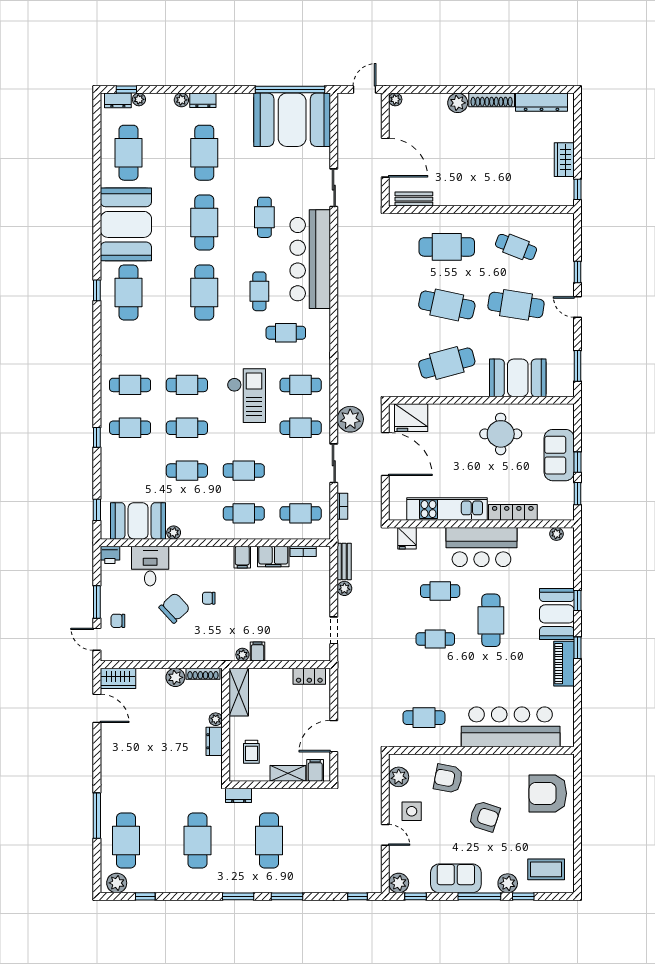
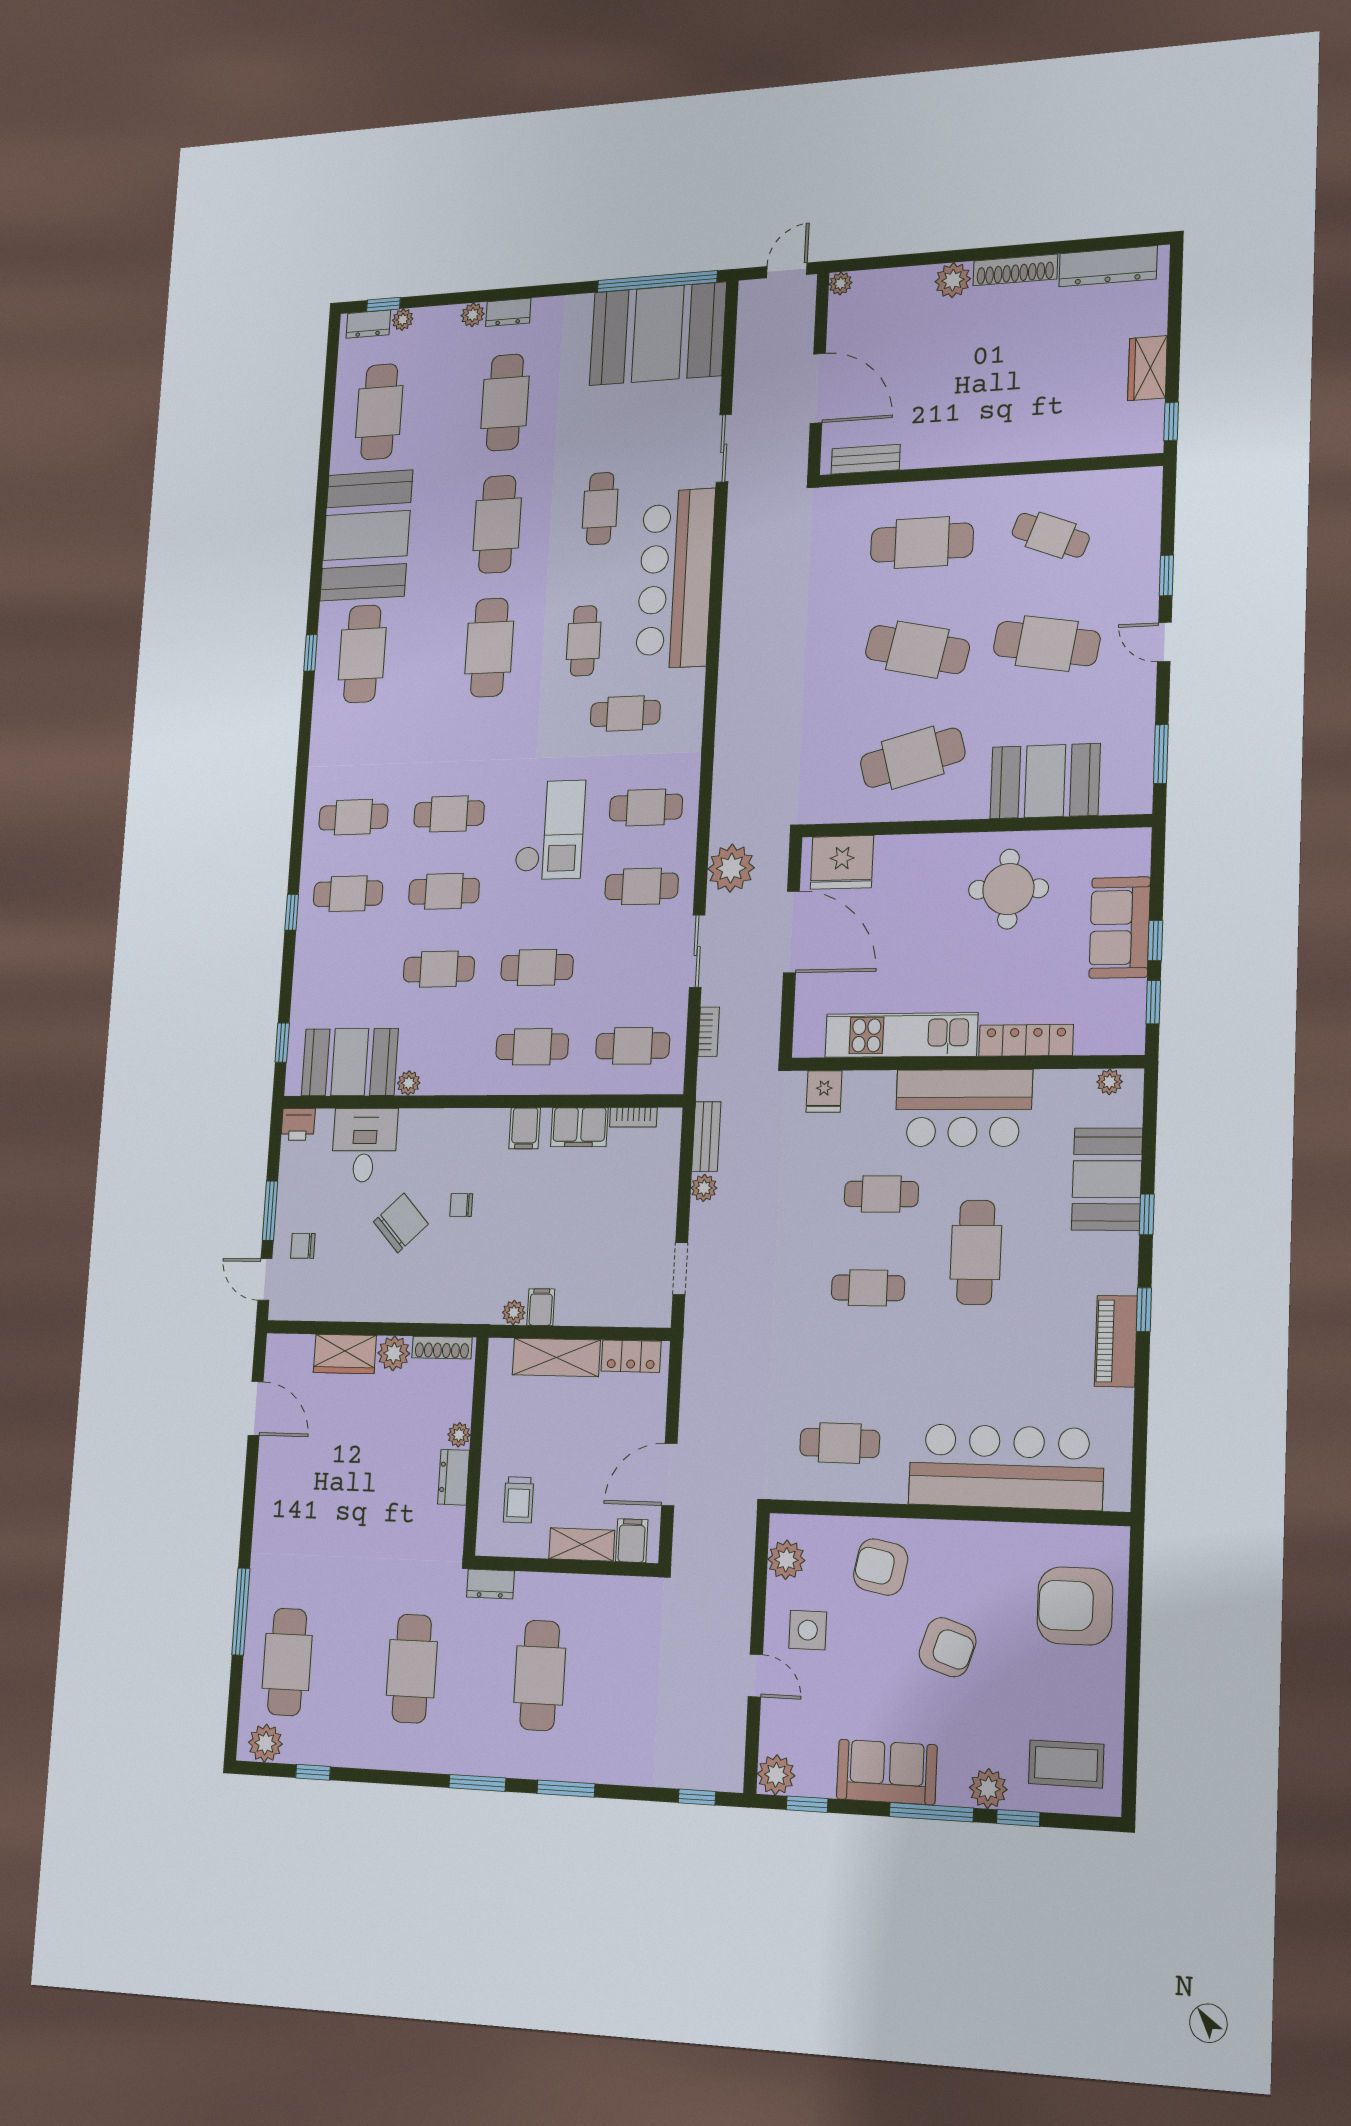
booth: (557, 614) -> (1107, 1179), moved
wardrobe: (118, 678) -> (345, 1354), moved
shelving: (239, 692) -> (556, 1357), moved, turned 90

